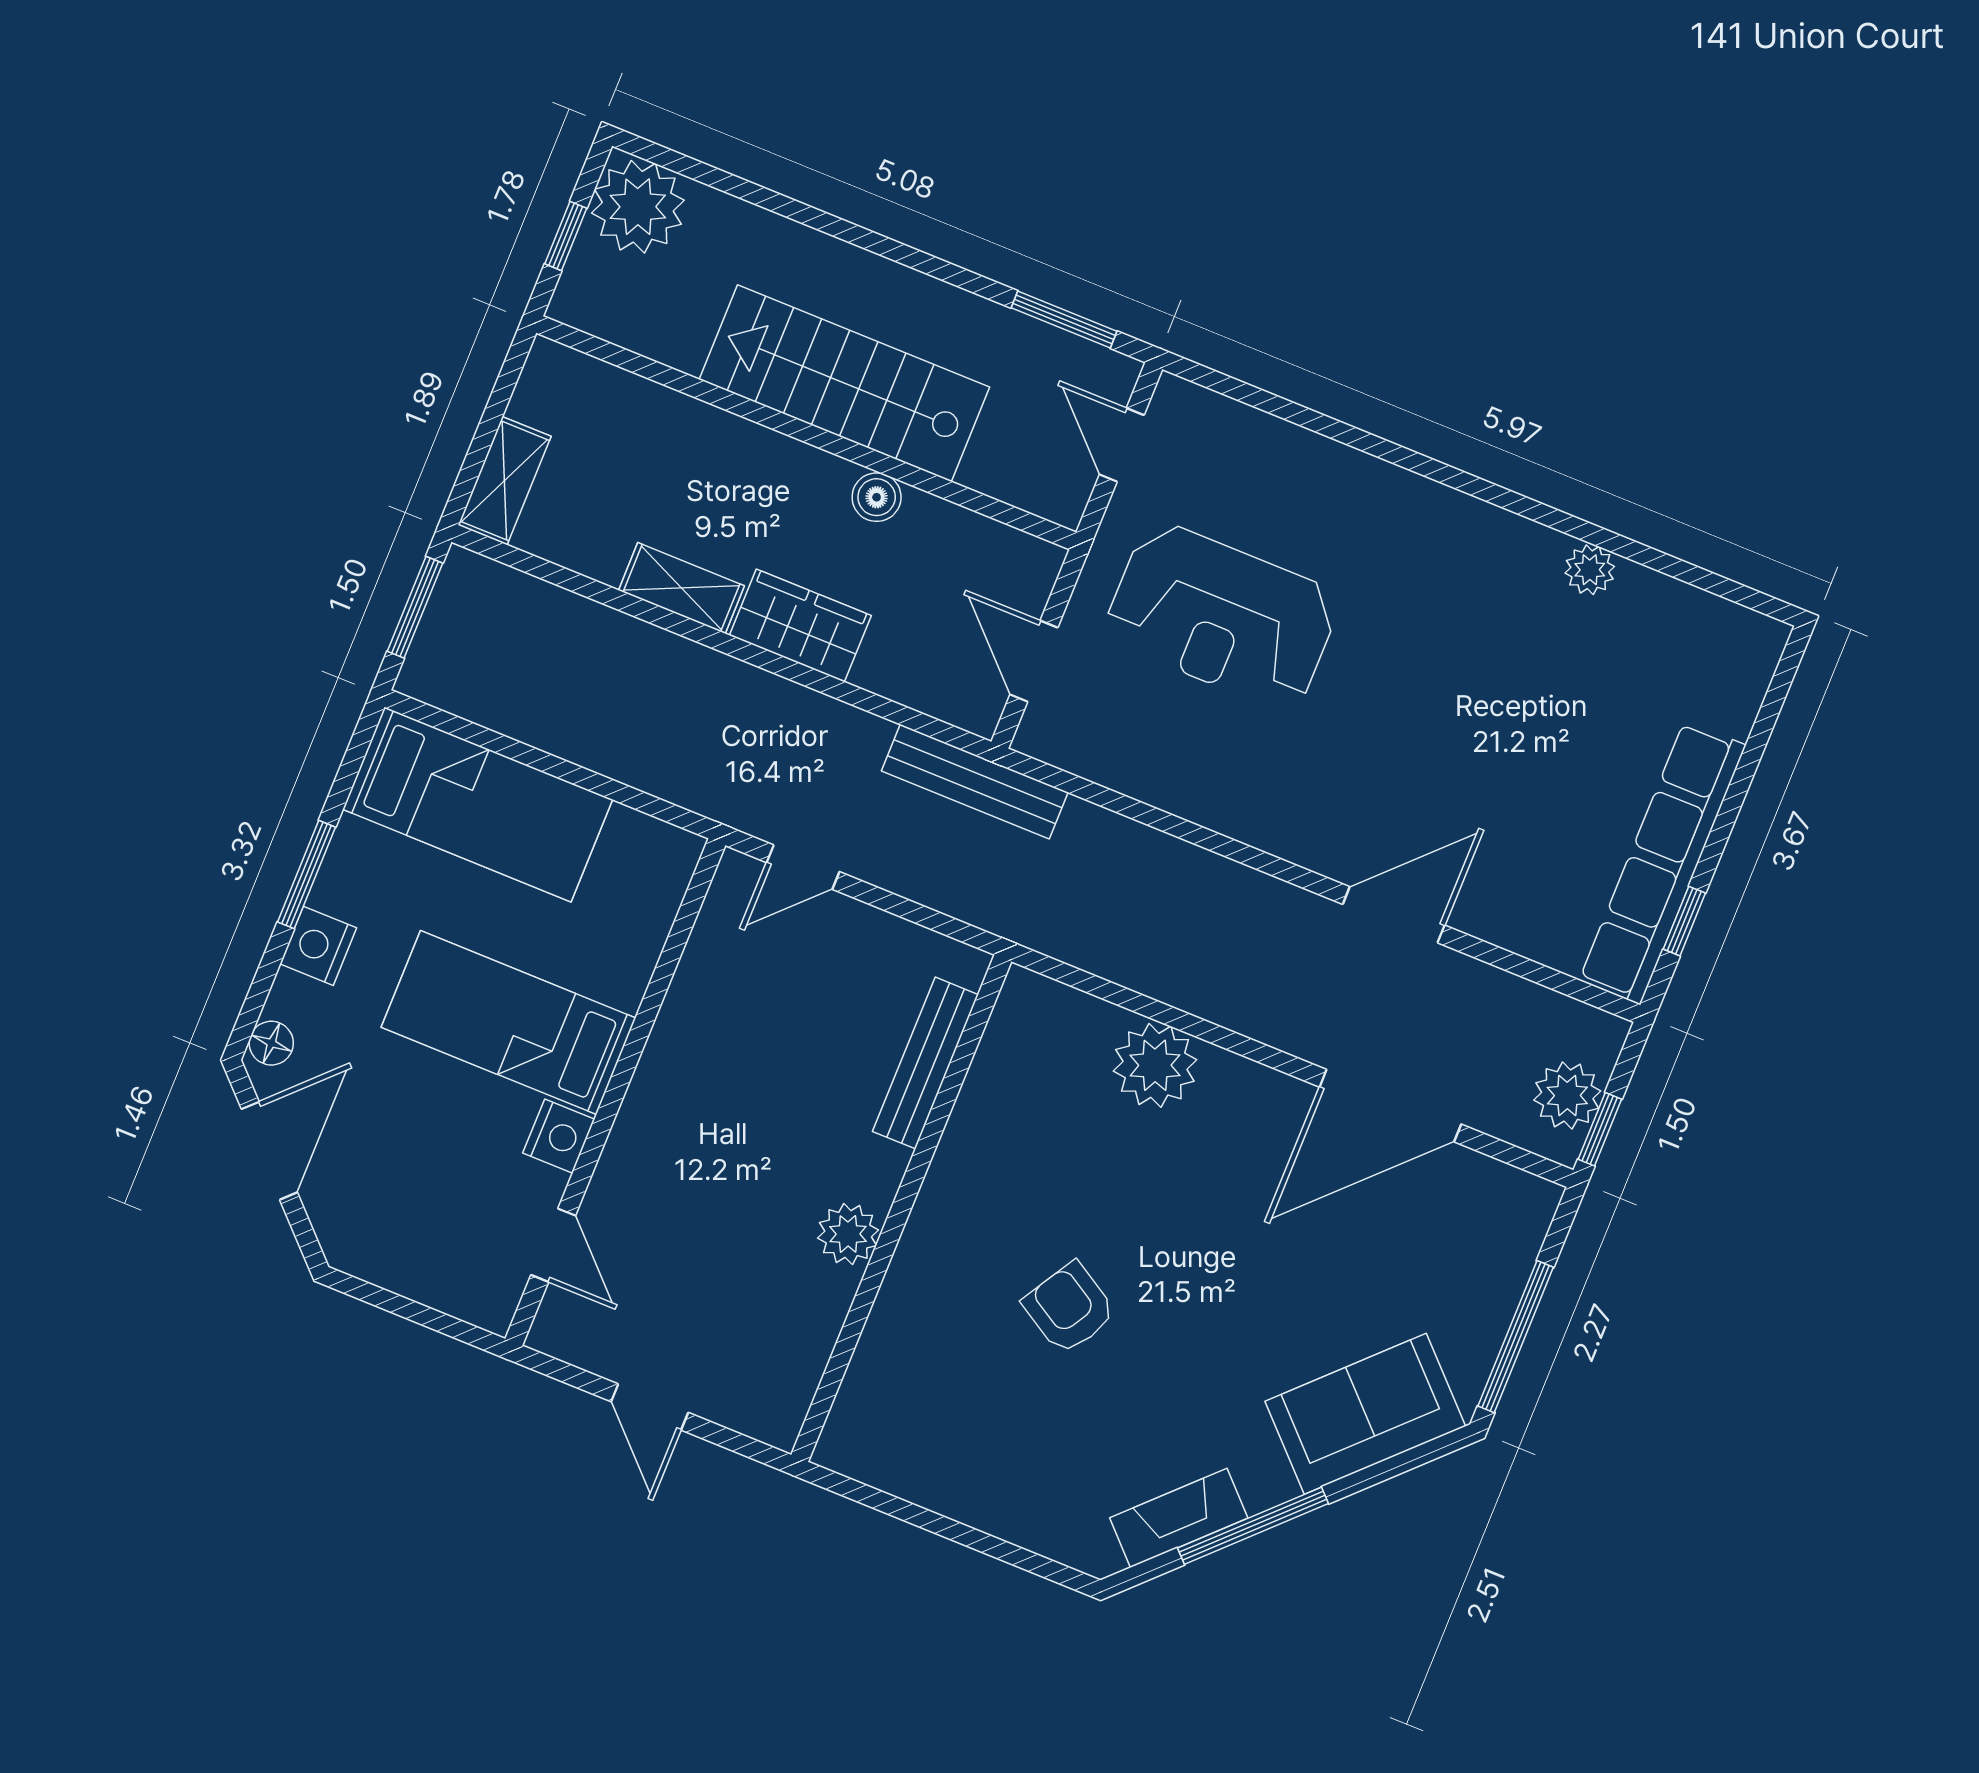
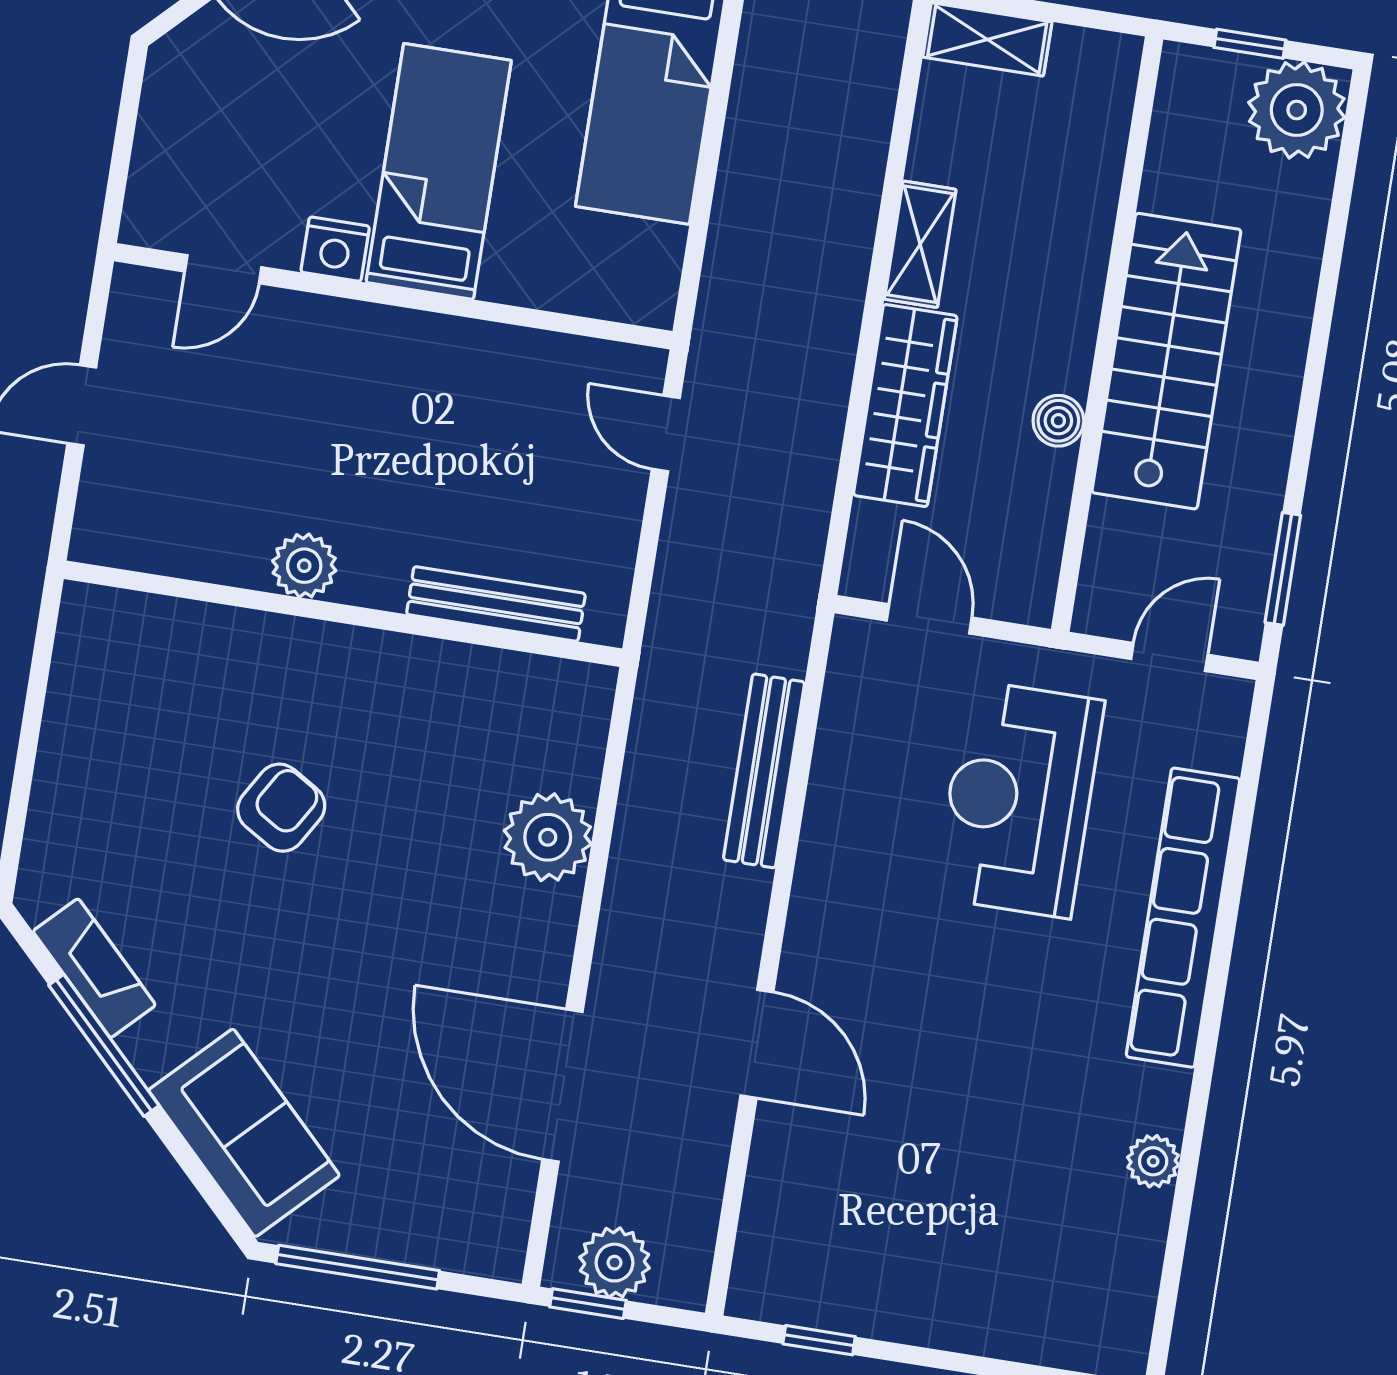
wardrobe: (800, 625) -> (905, 406), width x1.50
door: (1034, 661) -> (929, 619), hinge flipped
bench: (975, 782) -> (764, 771), moved
row of seats: (1663, 863) -> (1183, 918), moved, turned -90

